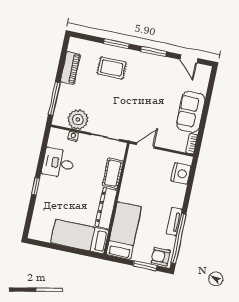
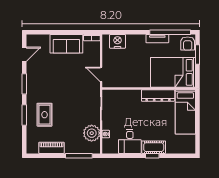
cot: (113, 173) -> (154, 147), moved
bed: (124, 231) -> (173, 72), width x1.50

